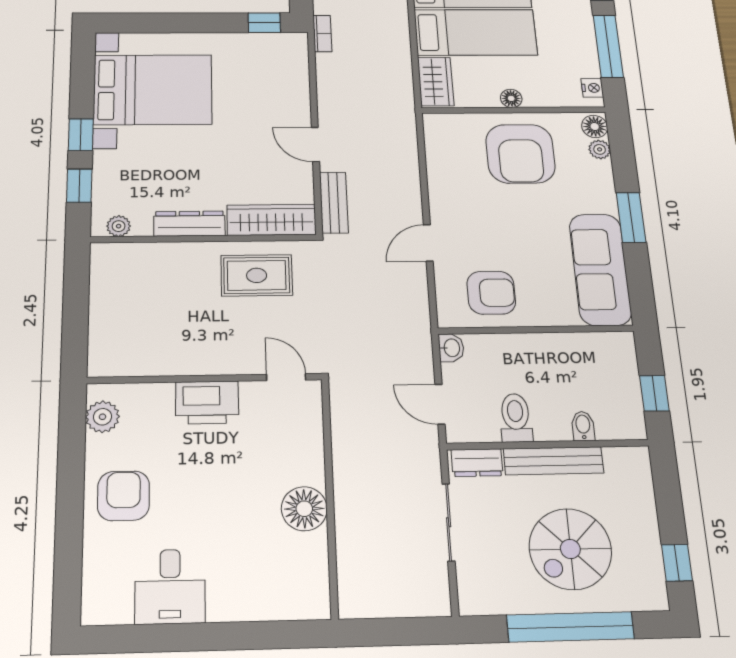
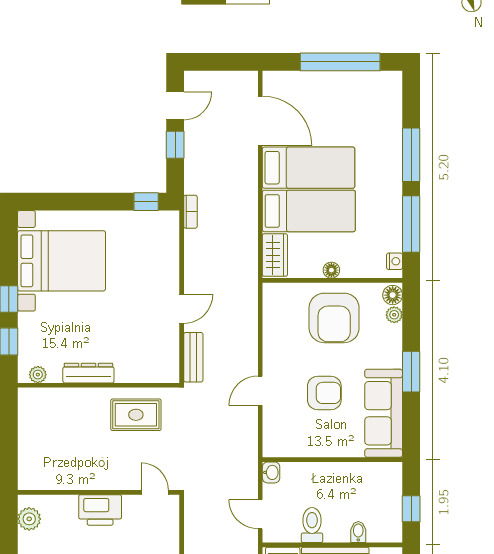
door: (315, 144) -> (182, 309), swing flipped
wardrobe: (271, 220) -> (148, 371), removed
armchair: (491, 293) -> (324, 393), moved

